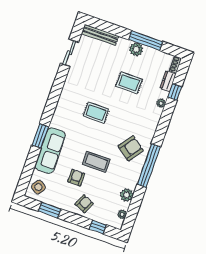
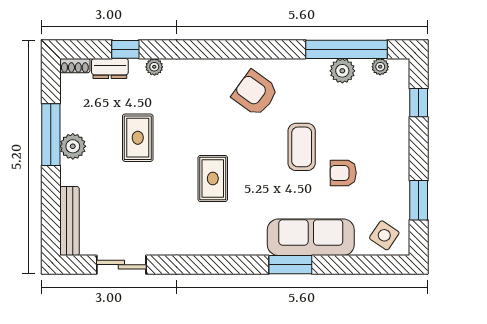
window: (149, 166) -> (346, 49), moved
armchair: (84, 204) -> (385, 142), removed

